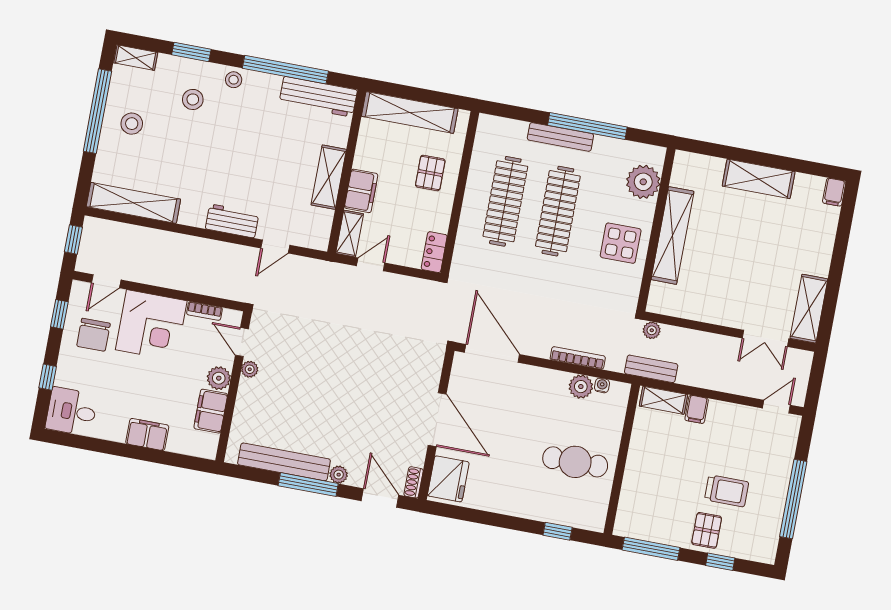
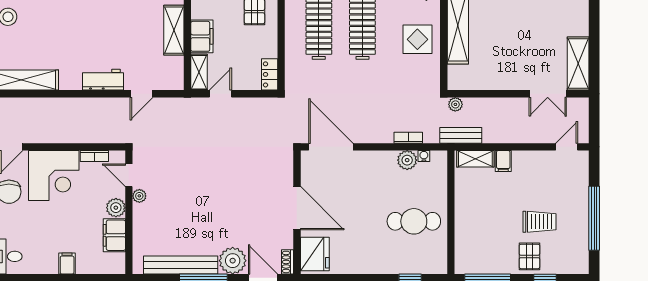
bookcase: (578, 358) -> (408, 138), width x0.64
filing cabinet: (147, 434) -> (67, 263), width x0.50
plant: (339, 475) -> (233, 261), width x1.87, depth x1.87

